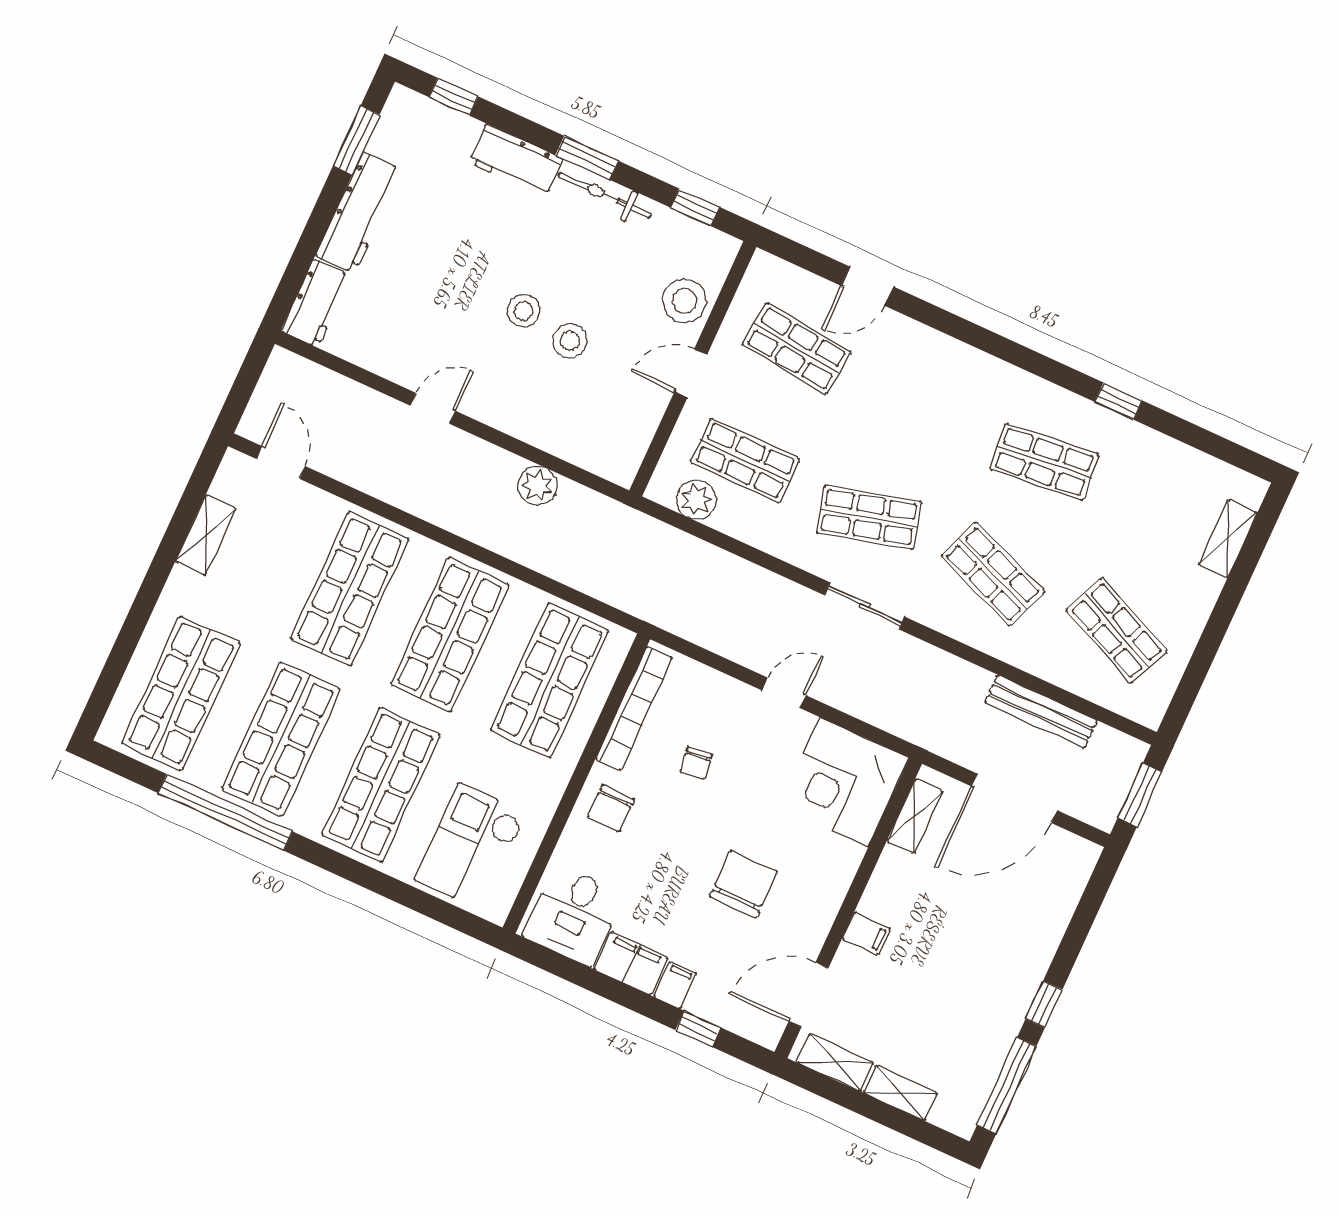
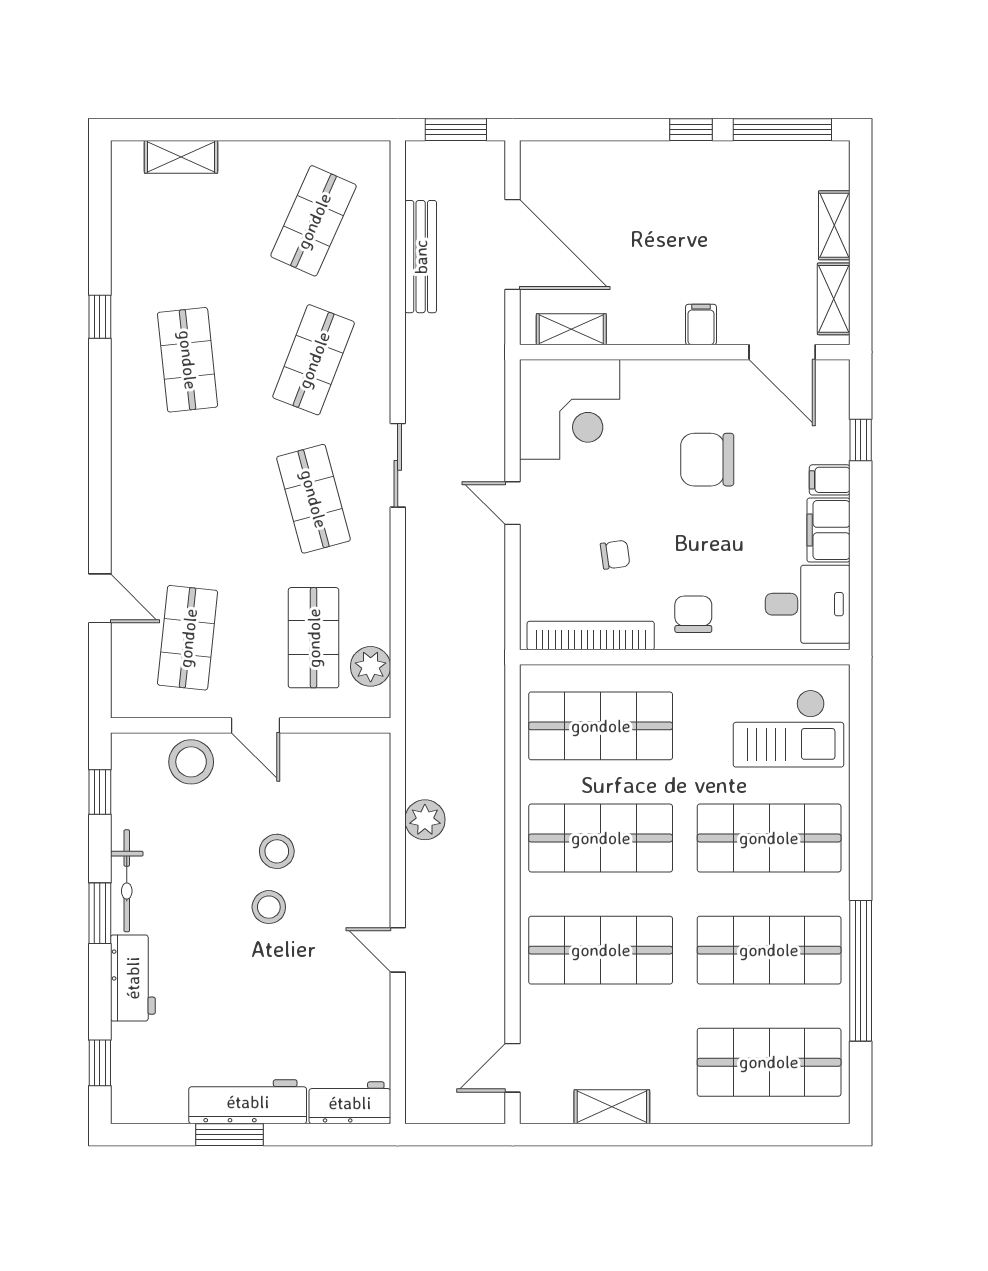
window: (356, 140) -> (229, 1135), moved
chair: (611, 809) -> (693, 614), turned -90

